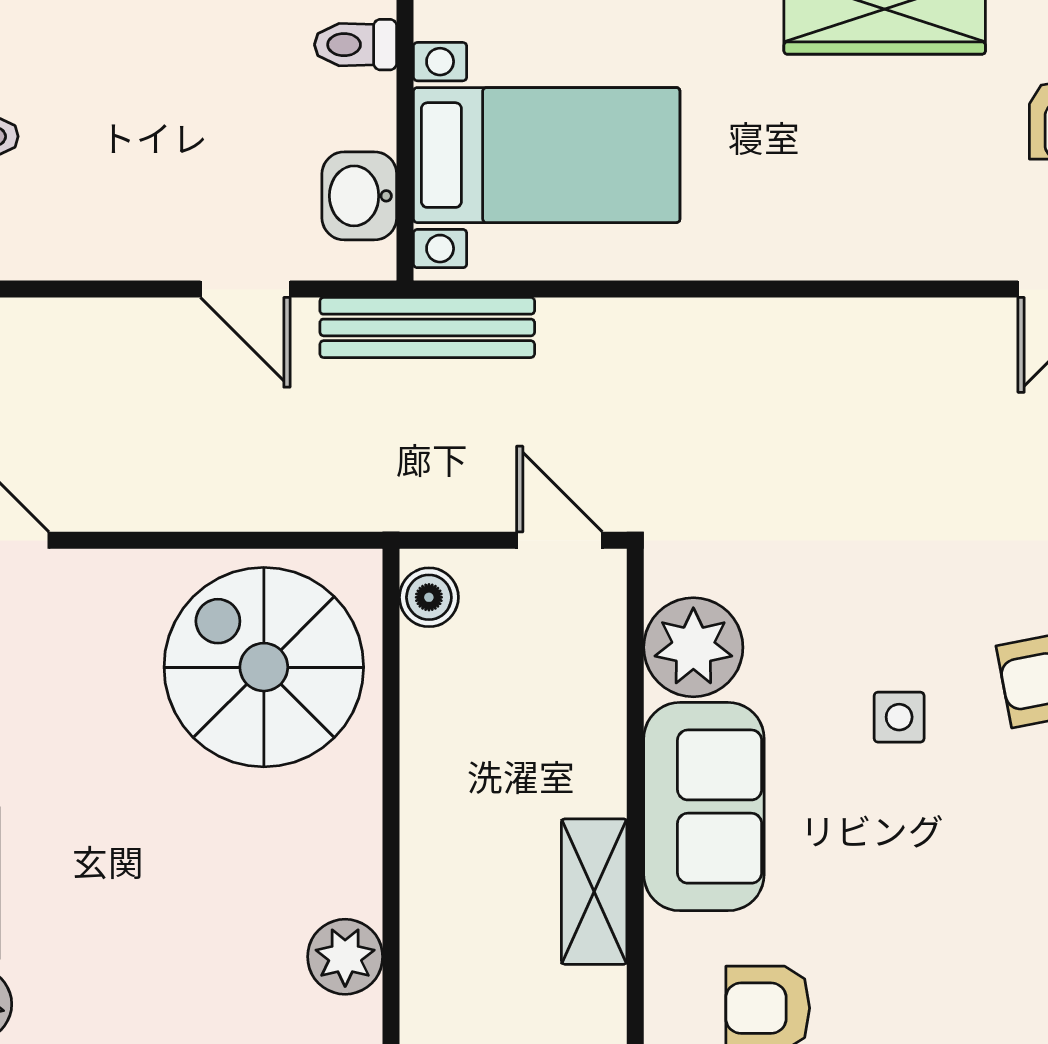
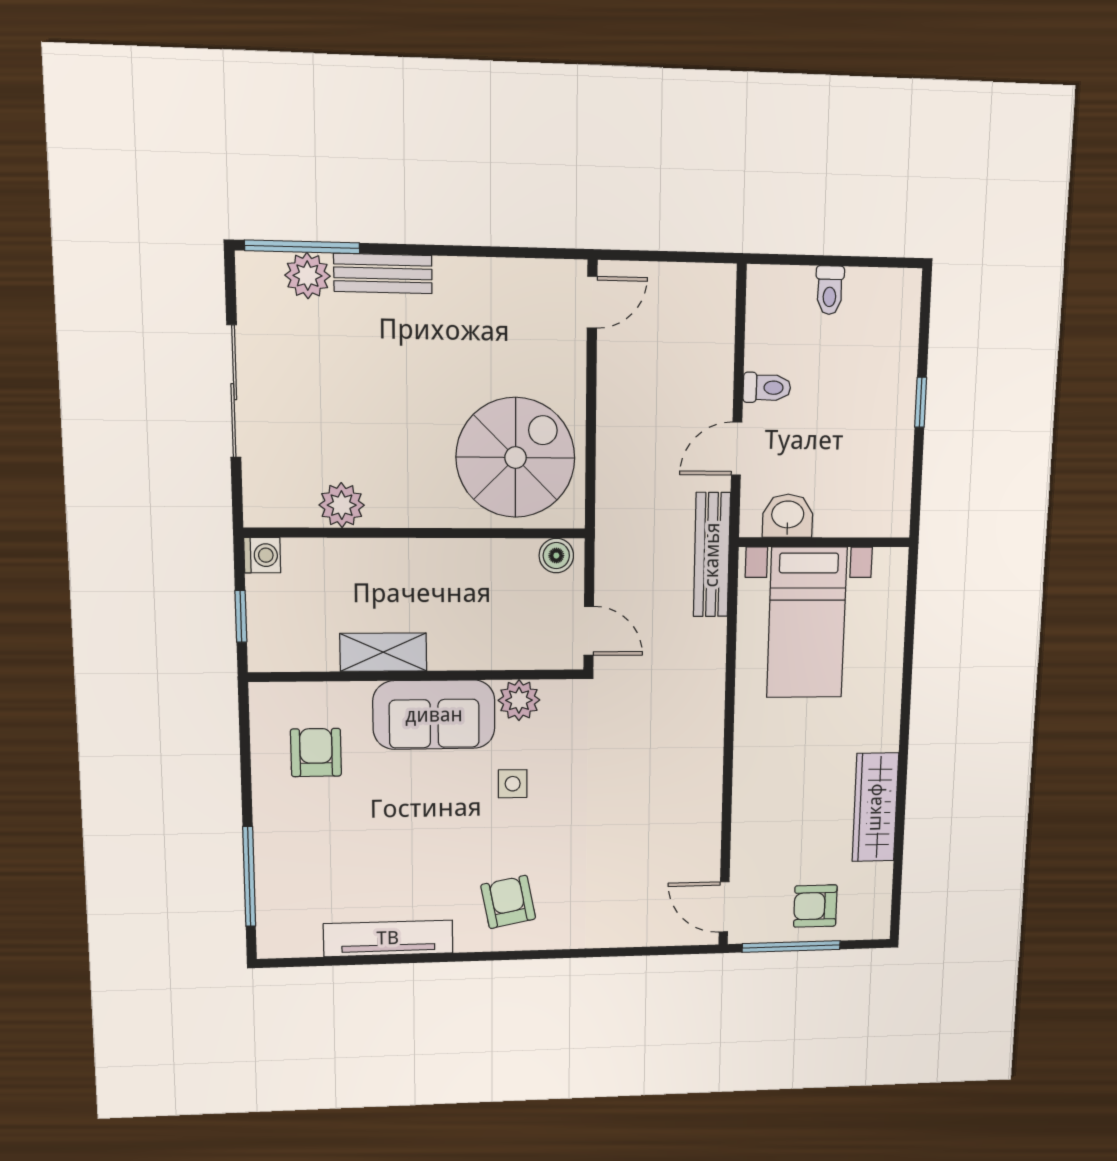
toilet: (356, 45) -> (767, 388), moved, turned 90
door: (559, 540) -> (589, 631), hinge flipped
plant: (693, 647) -> (519, 700), width x0.73, depth x0.73
side table: (899, 717) -> (513, 784), moved

